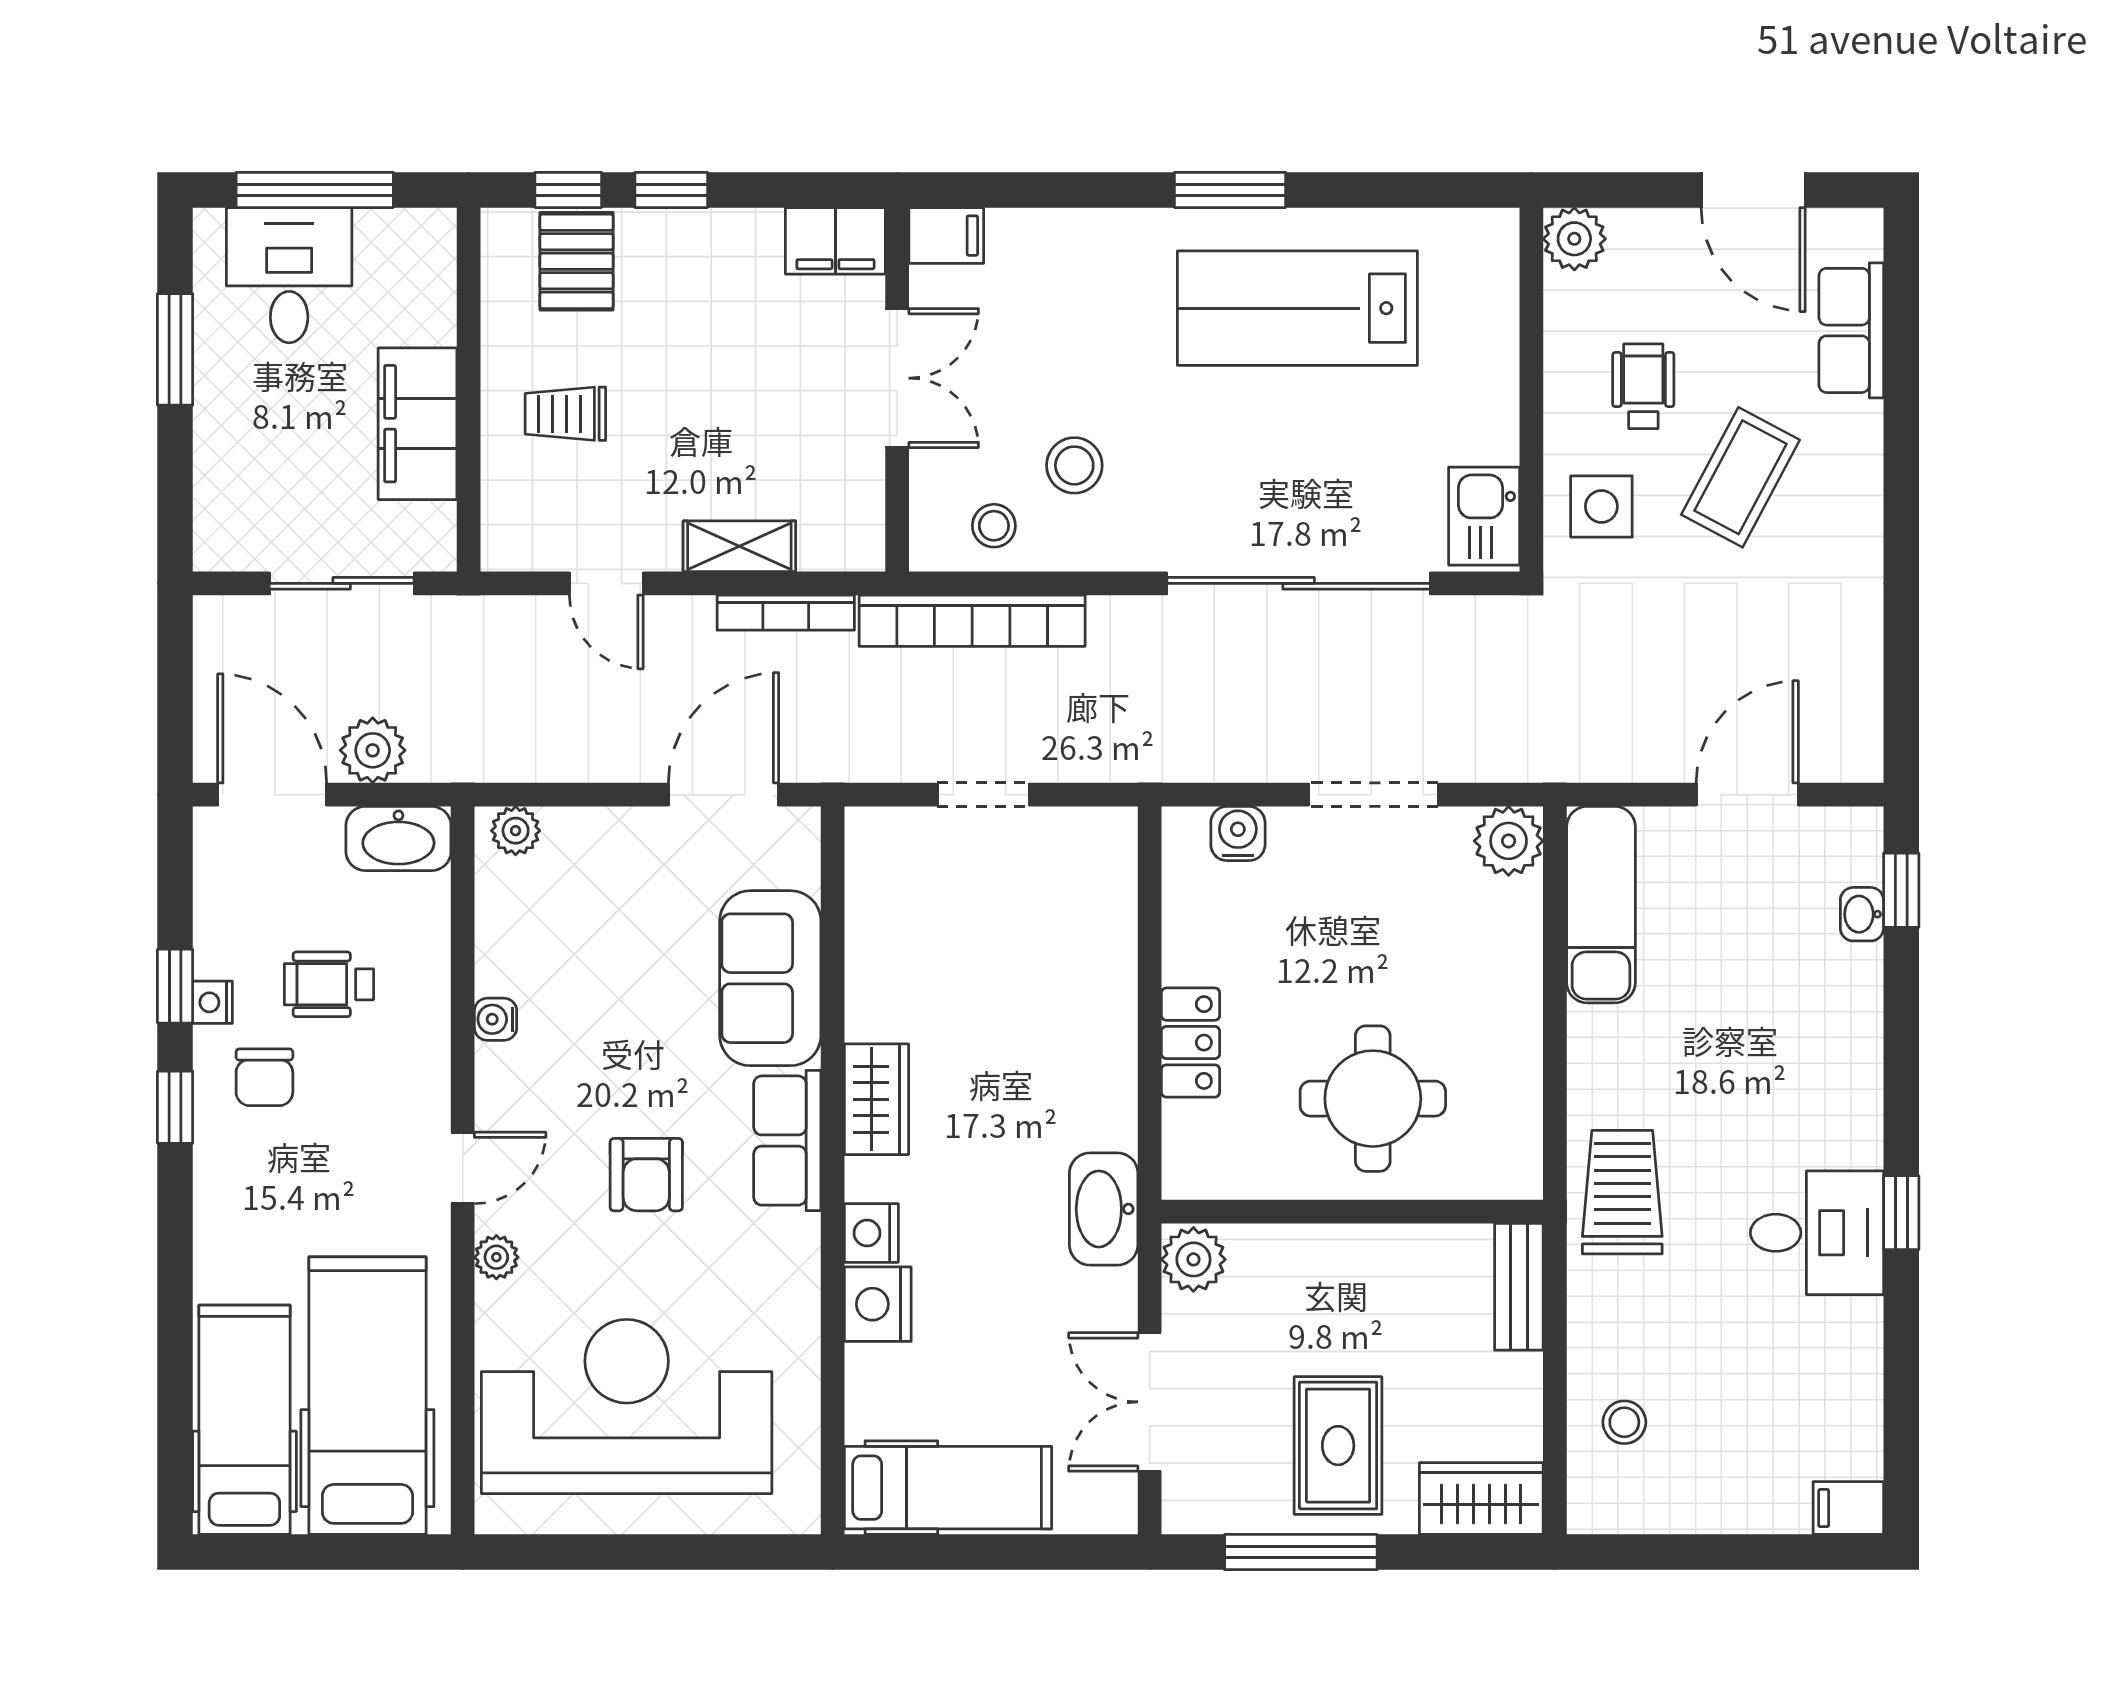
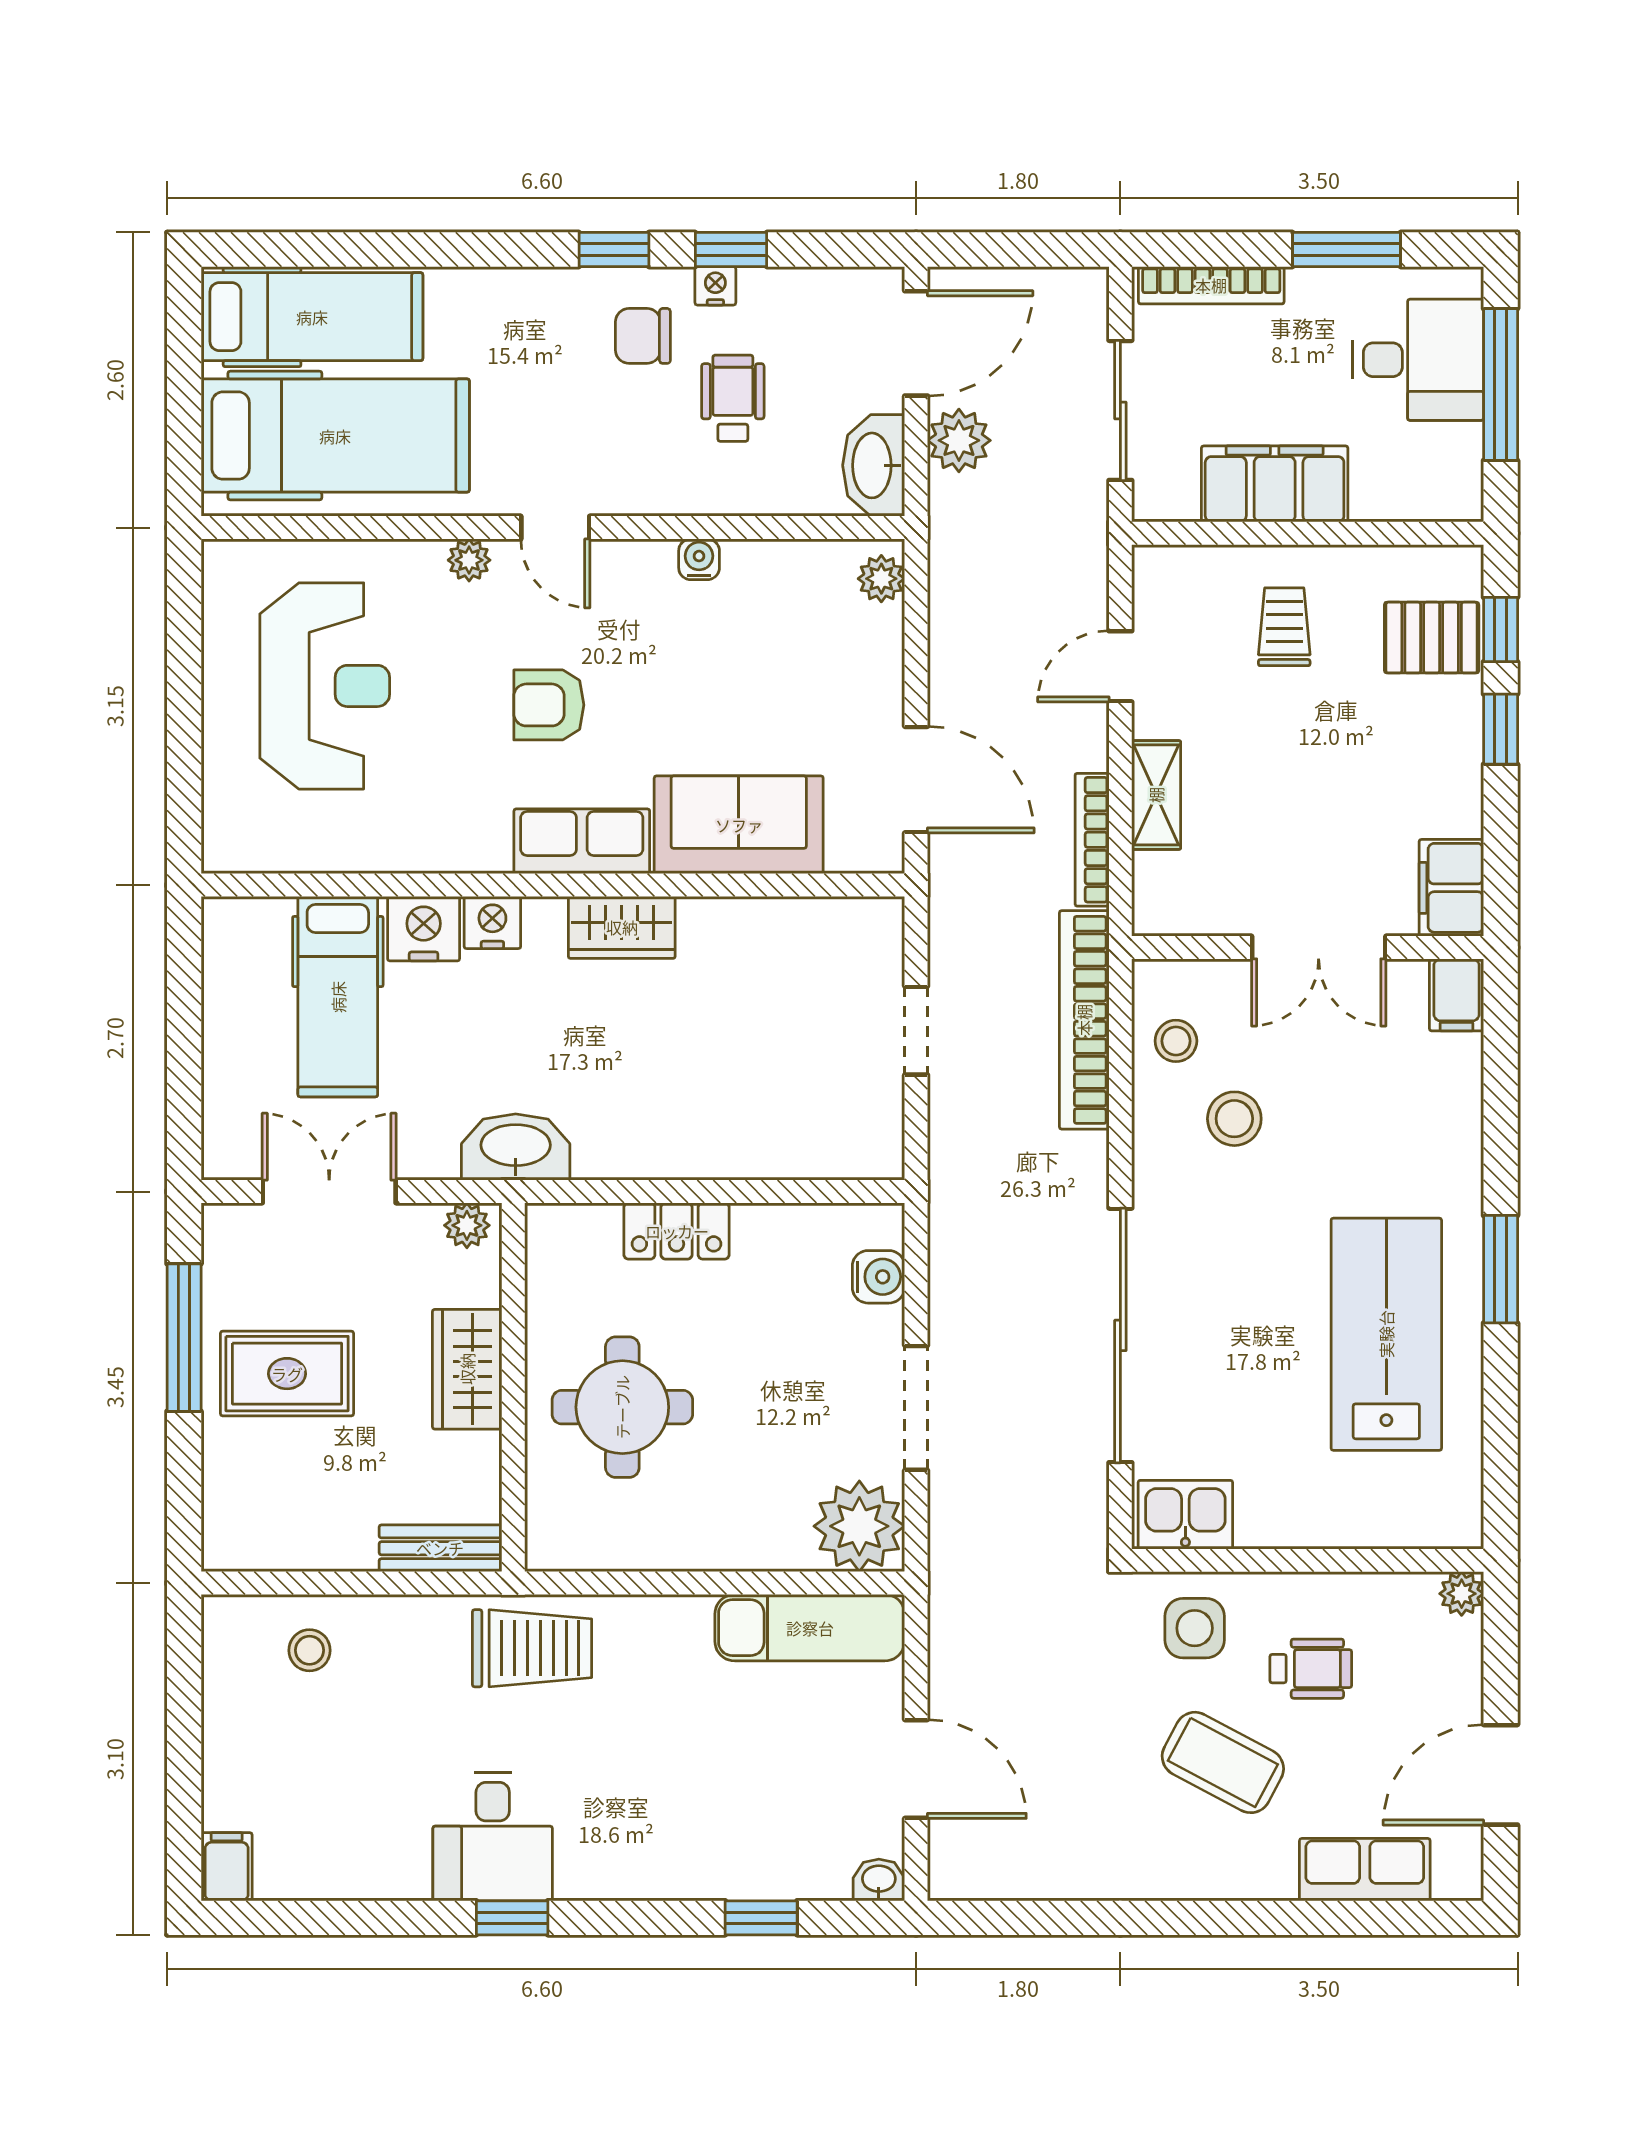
plant: (1574, 239) -> (1462, 1594), width x0.73, depth x0.73
bookcase: (212, 489) -> (1211, 285), added
plant: (1509, 841) -> (859, 1526), width x1.36, depth x1.36
window: (1901, 890) -> (761, 1918), moved
washbasin: (1862, 914) -> (879, 1880), moved
plant: (1193, 1259) -> (467, 1225), width x0.73, depth x0.73
reception desk: (627, 1407) -> (325, 686), width x0.74, depth x0.77
hospital bed: (948, 1488) -> (338, 997), moved
wardrobe: (1481, 1499) -> (467, 1369), moved, turned 180

